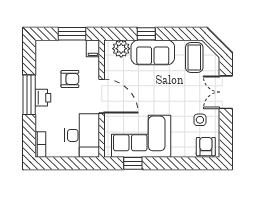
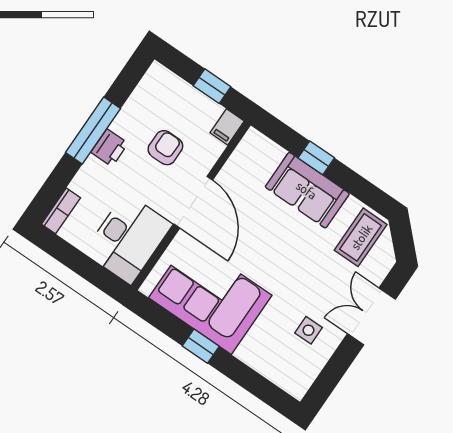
window: (72, 34) -> (212, 86), width x0.67
plant: (121, 49) -> (267, 154), removed
armchair: (70, 79) -> (165, 148), turned -90
armchair: (206, 147) -> (291, 374), removed
window: (133, 163) -> (201, 346), moved

